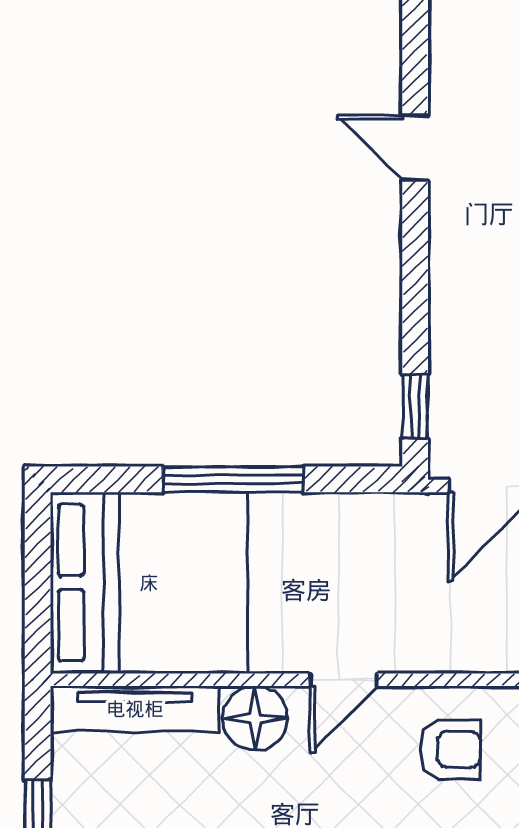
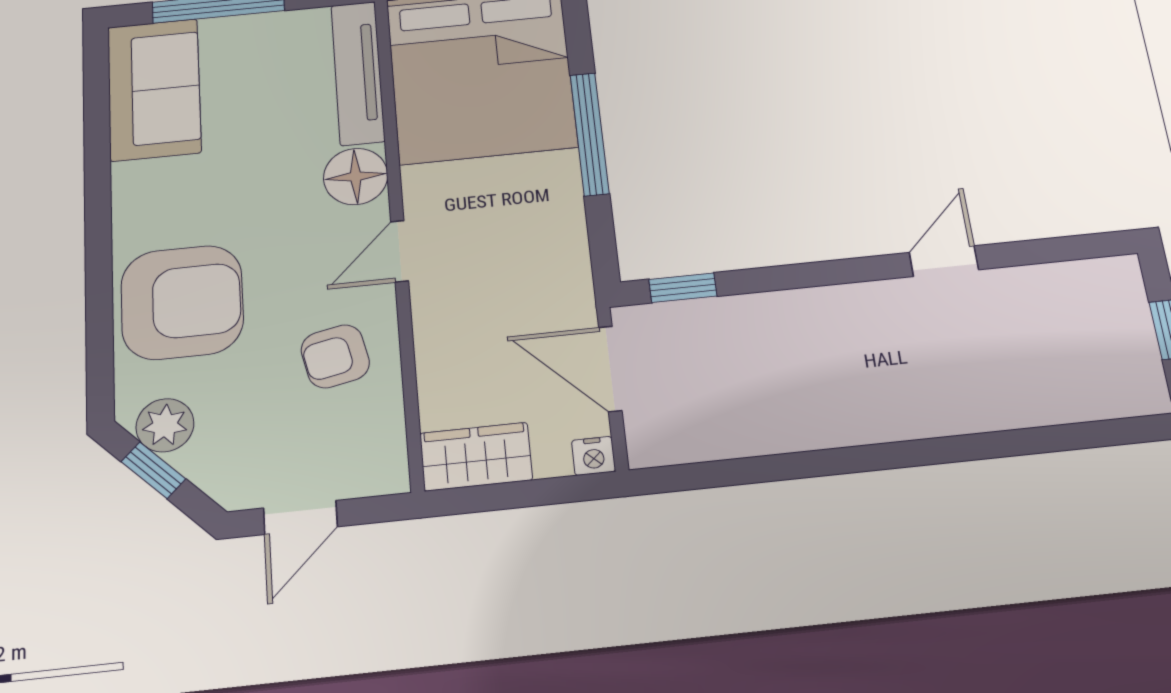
door: (344, 680) -> (400, 251), hinge flipped
armchair: (450, 750) -> (335, 356), turned 78

